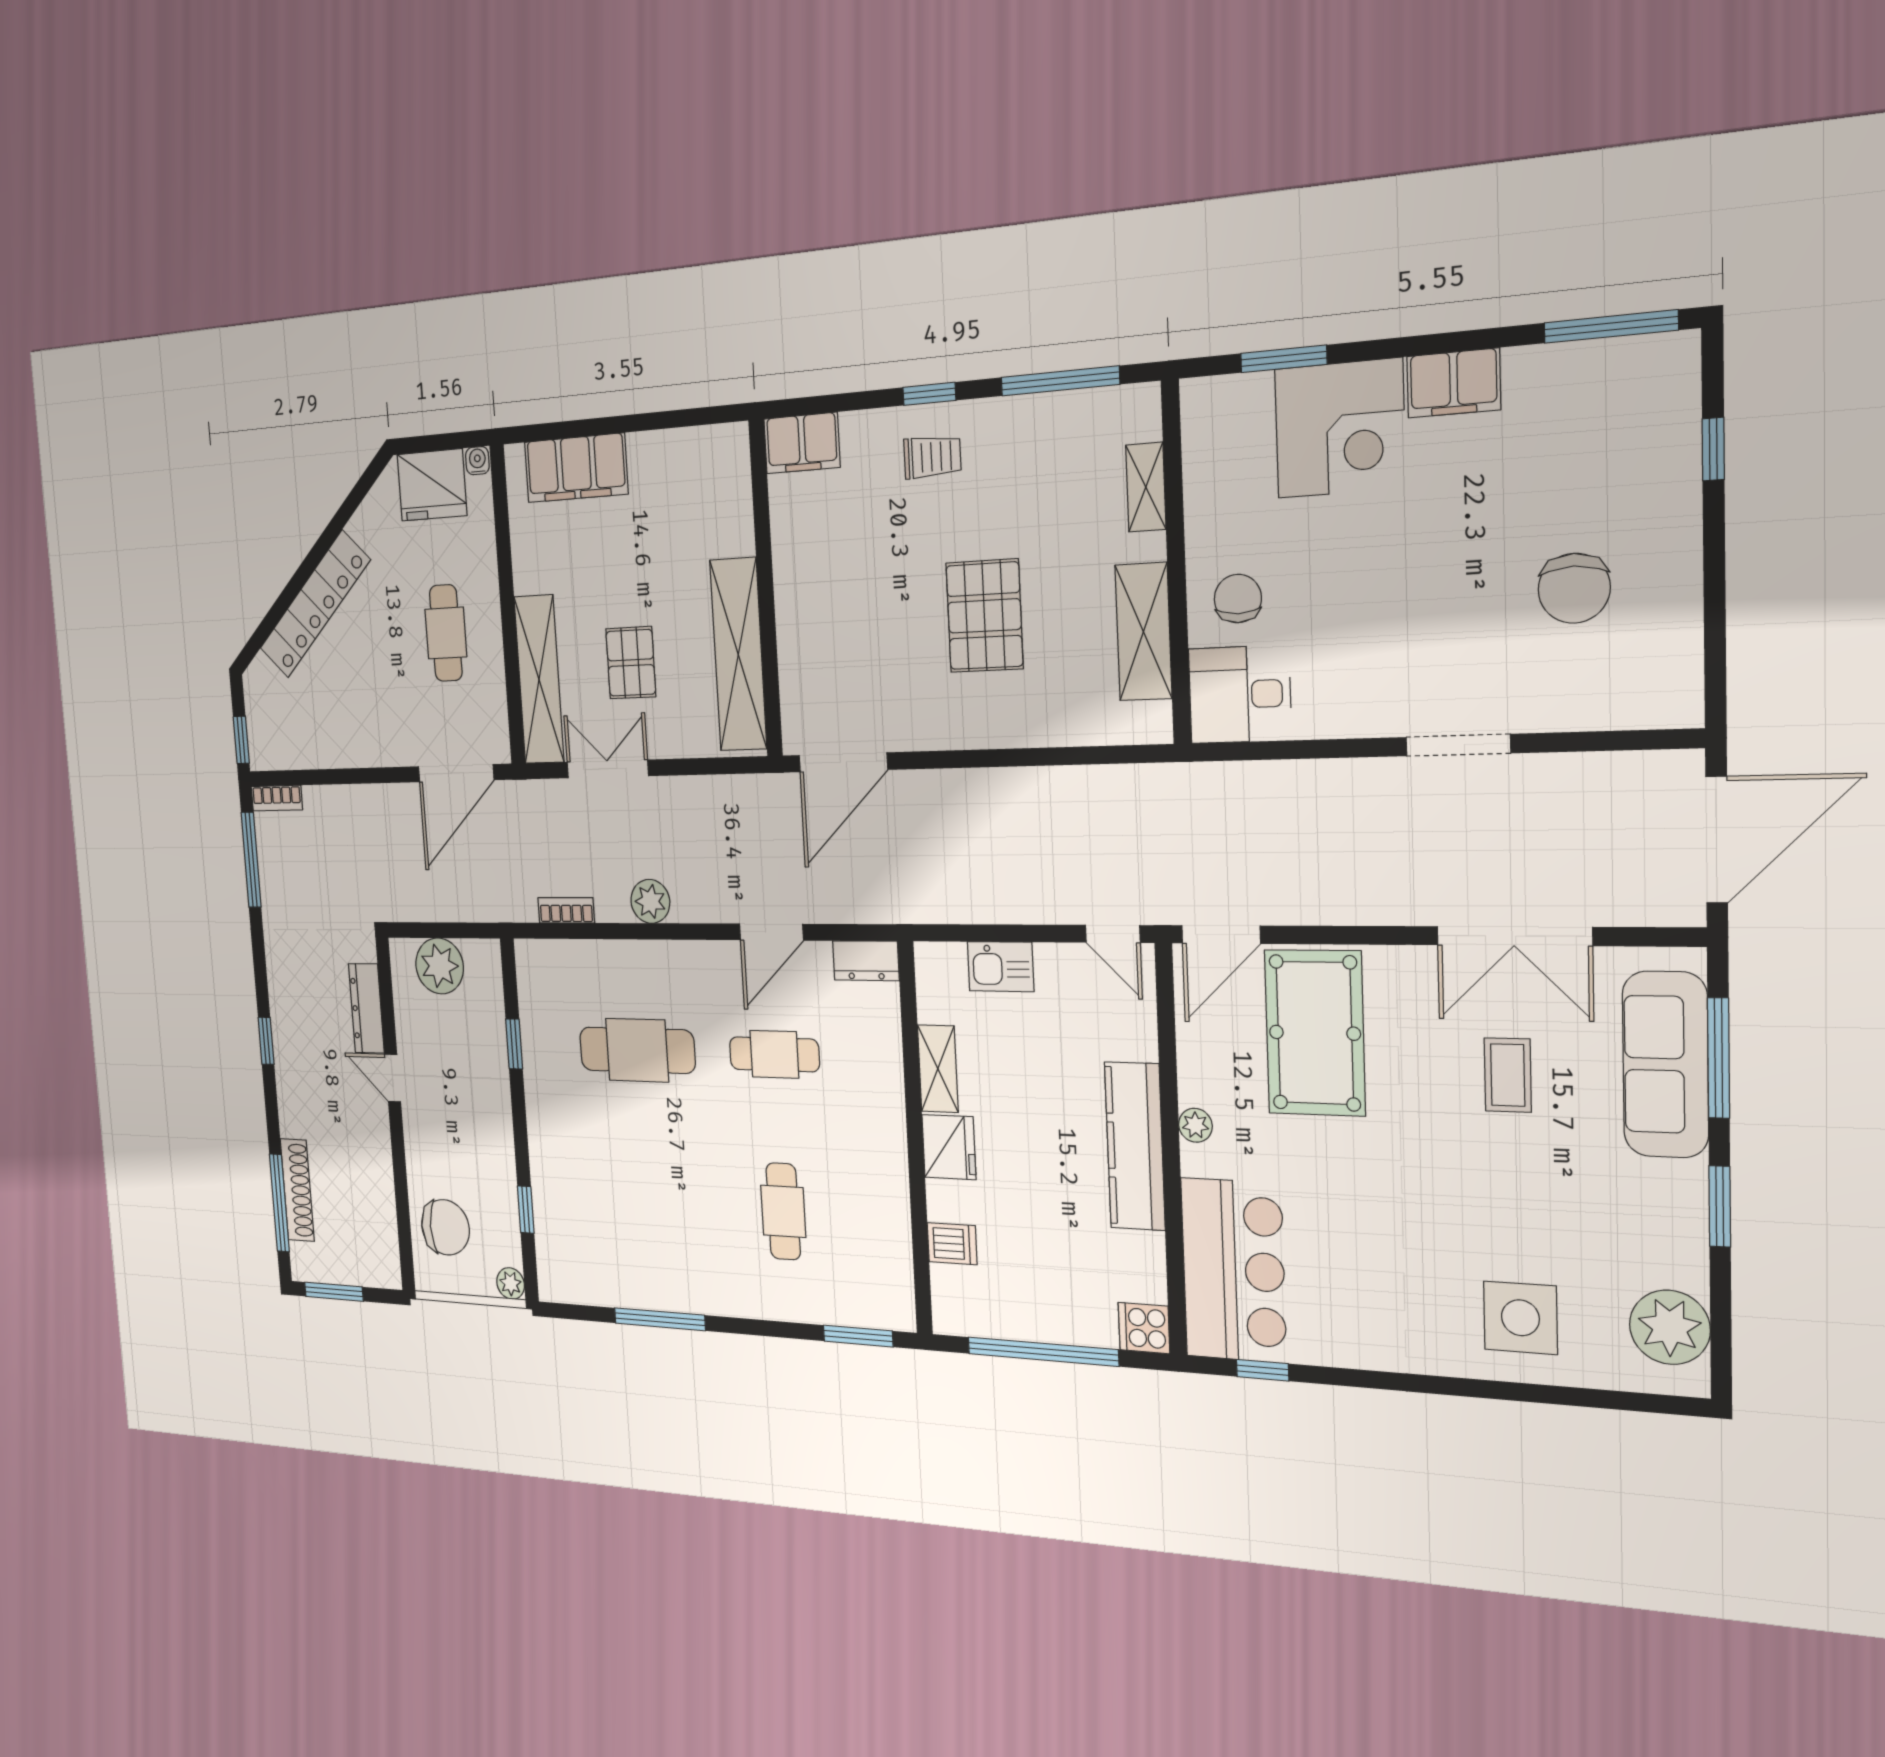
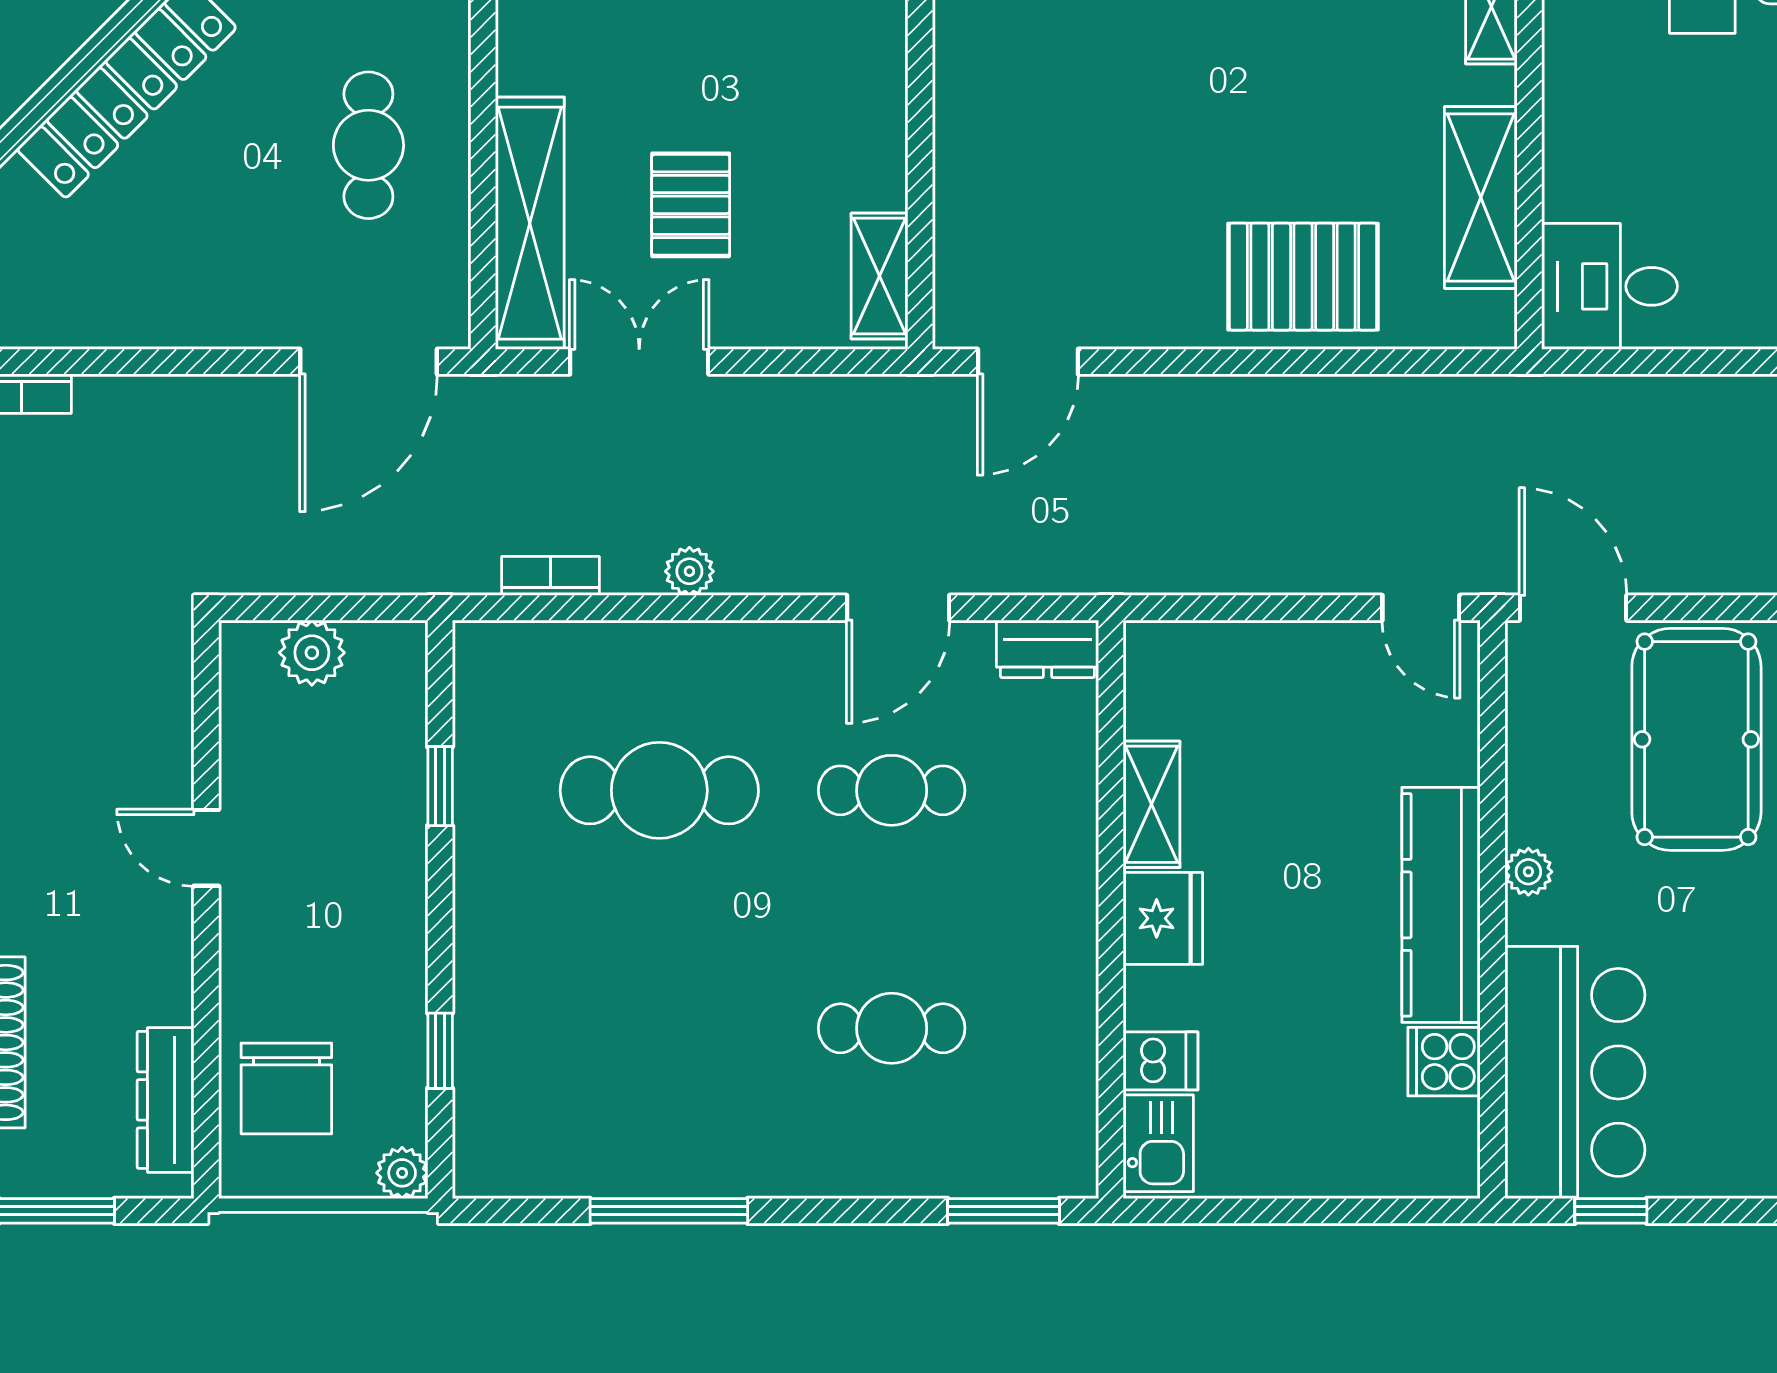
chair: (1238, 598) -> (1611, 160), removed
pallet: (984, 616) -> (1303, 277), moved, turned 90
shelving: (738, 654) -> (879, 276), width x0.45, depth x0.75
door: (843, 762) -> (1028, 362), width x0.73
plant: (650, 901) -> (689, 571), width x0.73, depth x0.73
door: (1221, 934) -> (1573, 608), swing flipped
plant: (440, 966) -> (312, 653), width x0.73, depth x0.73
kitchen sink: (1001, 967) -> (1158, 1143), moved, turned -90
dresser: (366, 1008) -> (166, 1100), moved
cafe table: (783, 1211) -> (892, 1028), turned 90
chair: (445, 1227) -> (286, 1088), turned 90
cooker: (1144, 1328) -> (1444, 1062), moved
window: (1043, 1352) -> (1292, 1211), removed

